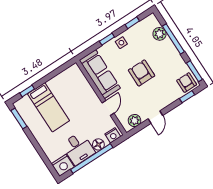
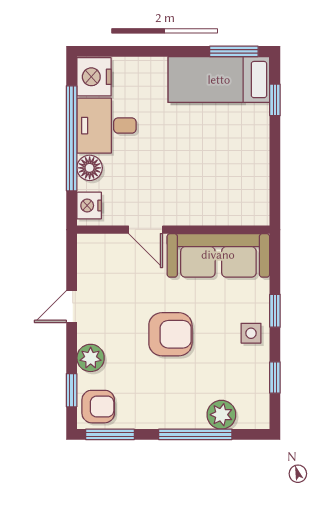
bed: (49, 107) -> (219, 80), moved
door: (155, 117) -> (72, 307), hinge flipped
plant: (134, 121) -> (91, 358), moved

